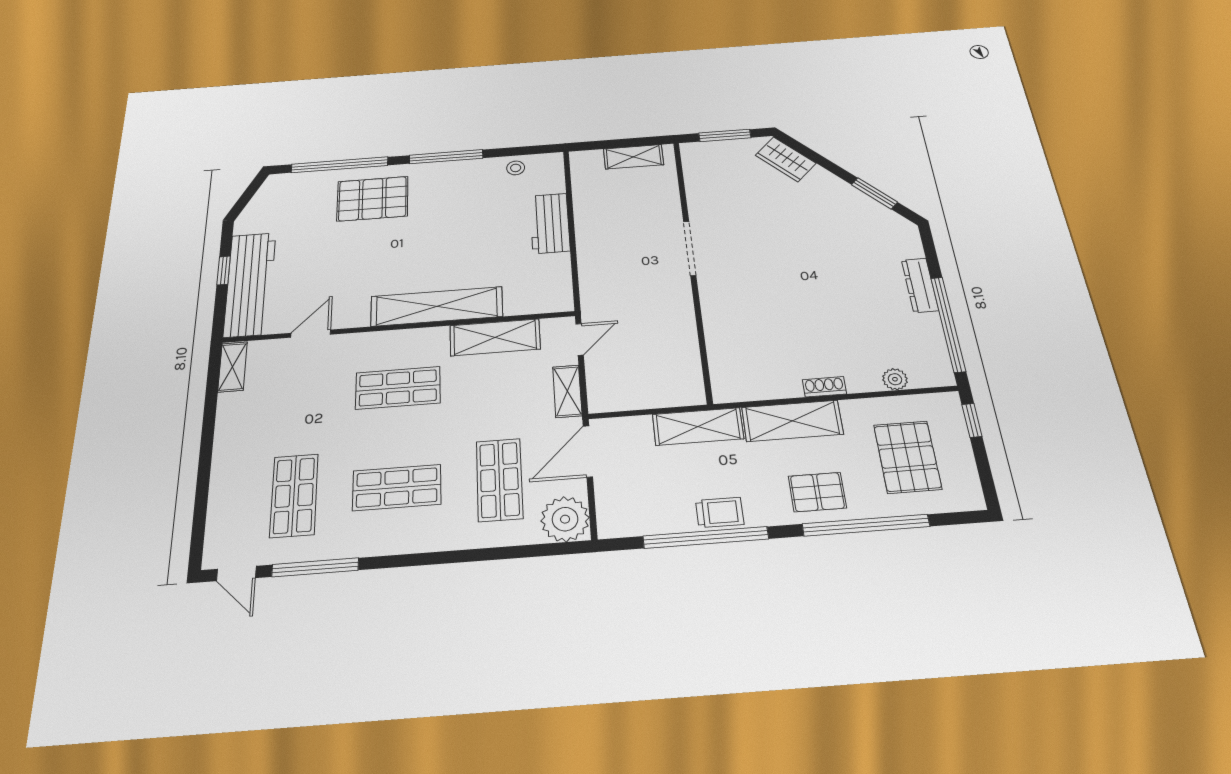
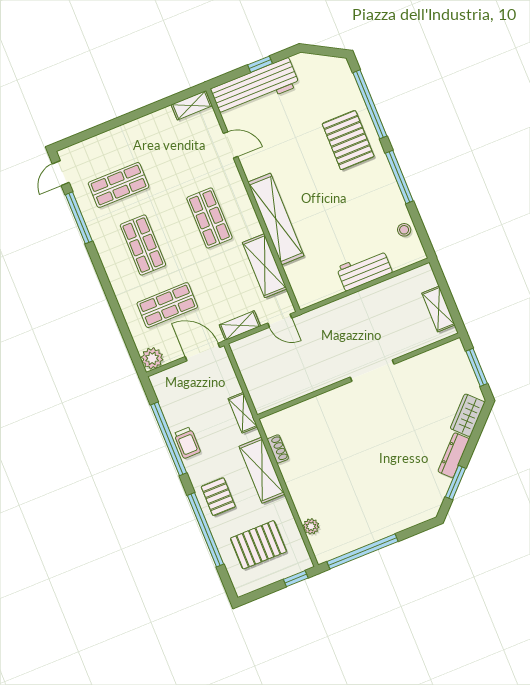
dresser: (920, 285) -> (454, 455), moved, turned -45
shoe rack: (824, 387) -> (278, 449), moved
shelving: (698, 426) -> (243, 413), width x0.67, depth x0.75
plant: (565, 519) -> (152, 358), width x0.73, depth x0.73

